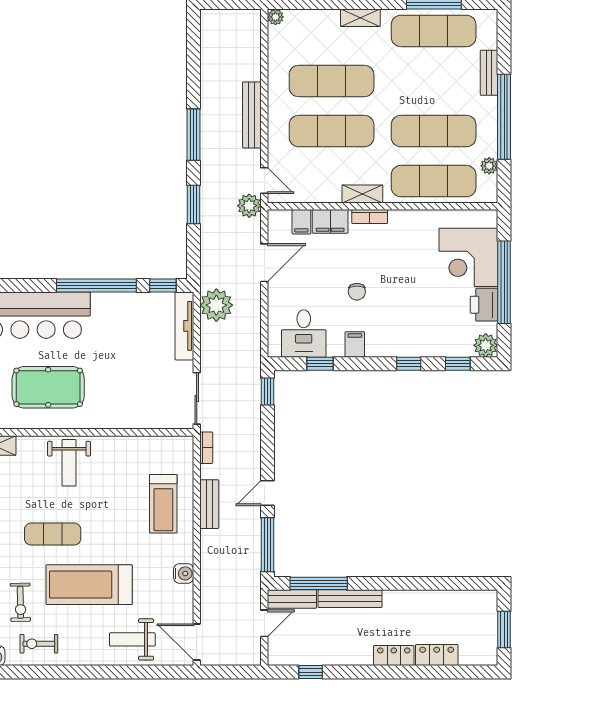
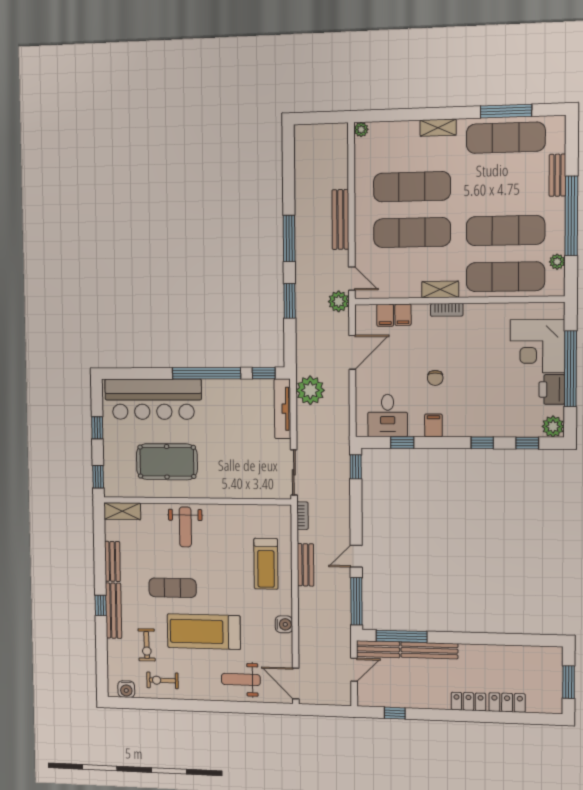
filing cabinet: (330, 221) -> (403, 315), width x0.50

